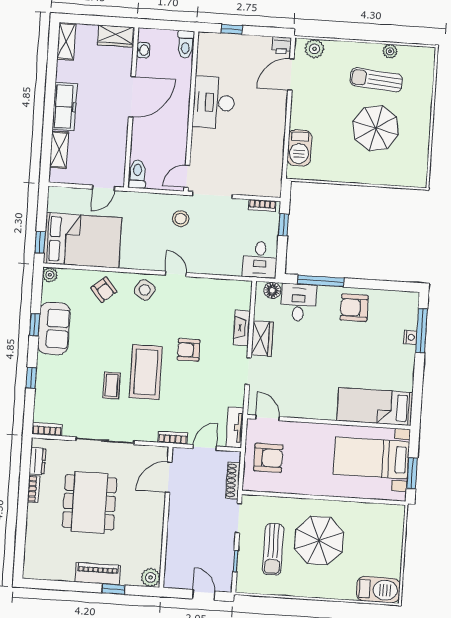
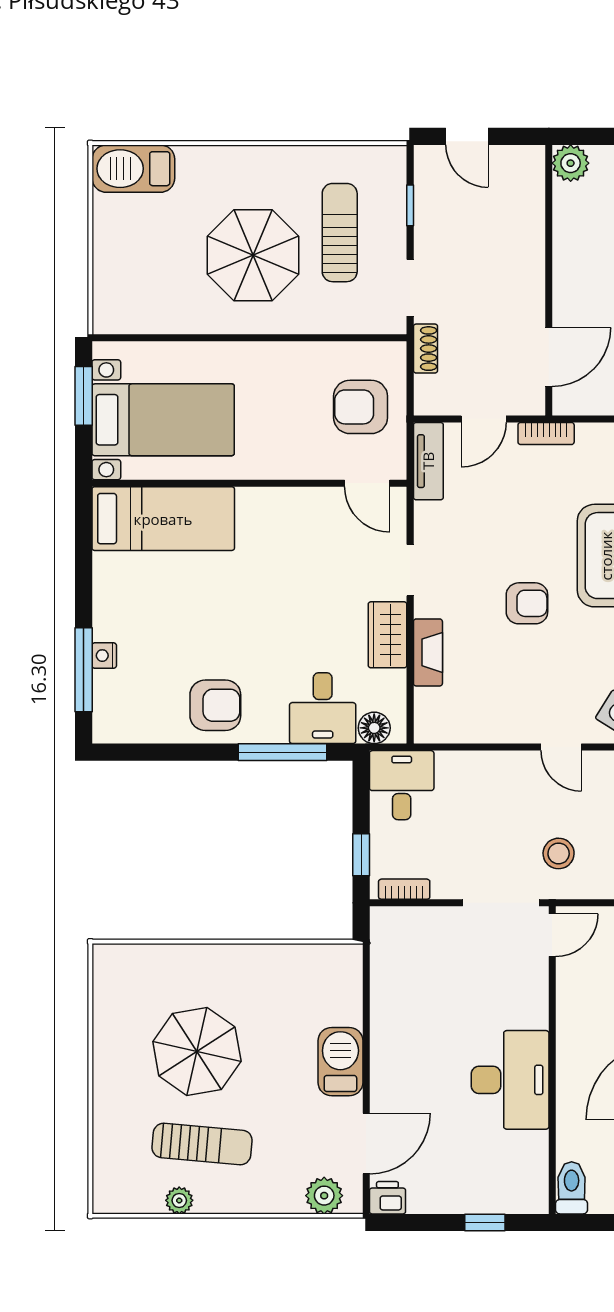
barbecue: (299, 148) -> (340, 1062), moved
shoe rack: (233, 481) -> (425, 349), width x0.70

